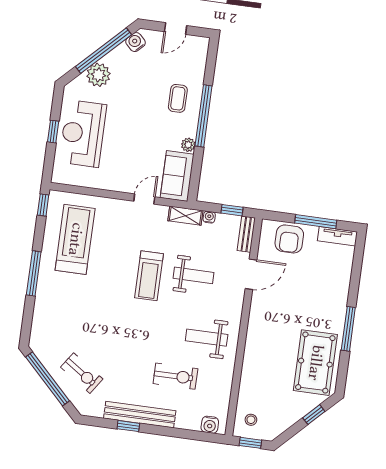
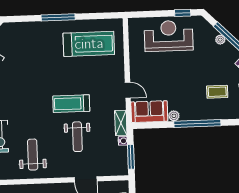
plant: (98, 75) -> (220, 40), width x0.53, depth x0.53
coffee table: (178, 98) -> (217, 92), moved
window: (53, 132) -> (183, 13), moved
window: (43, 205) -> (110, 16), removed
window: (232, 210) -> (131, 157), width x1.50
bench: (246, 234) -> (115, 171), removed

